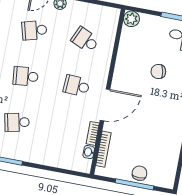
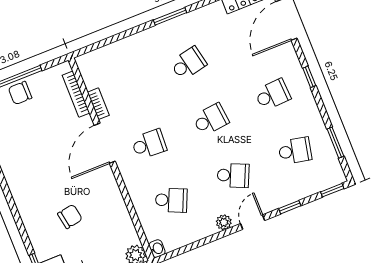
school desk: (34, 30) -> (233, 175), turned 39
washbasin: (89, 152) -> (157, 249), moved
chair: (139, 173) -> (20, 93), turned 90

